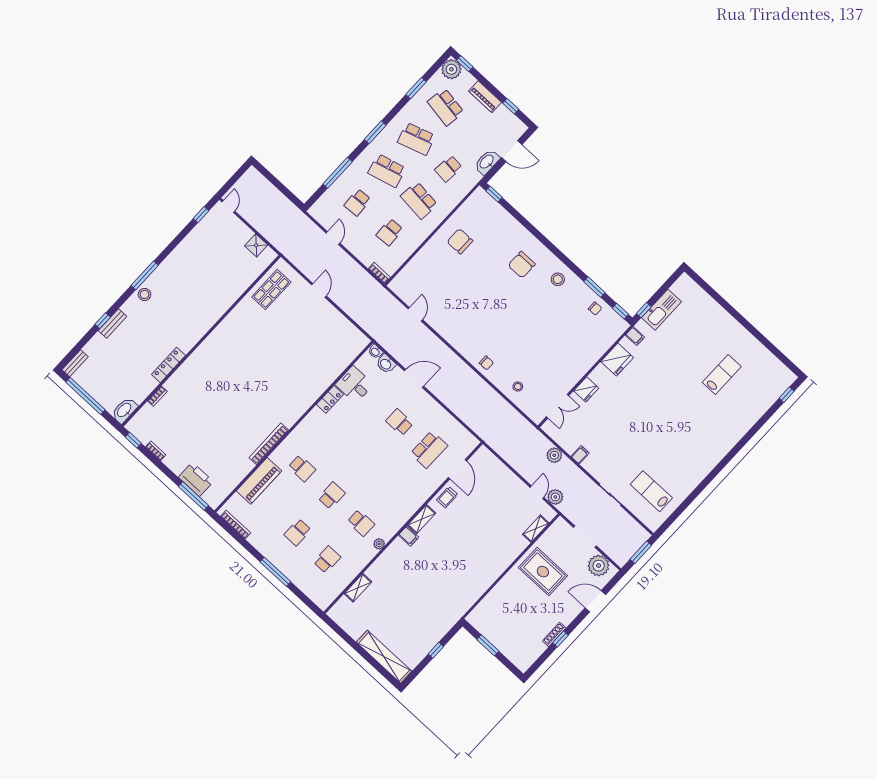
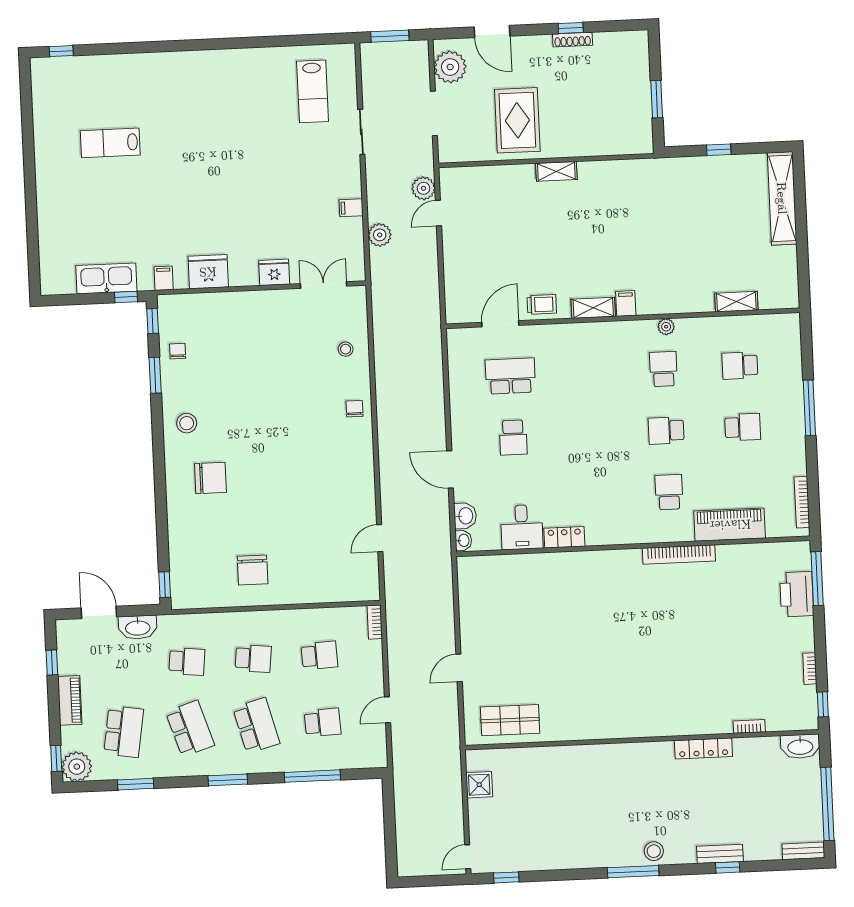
school desk: (419, 200) -> (253, 658), width x0.54
shelving: (536, 529) -> (556, 171), moved

